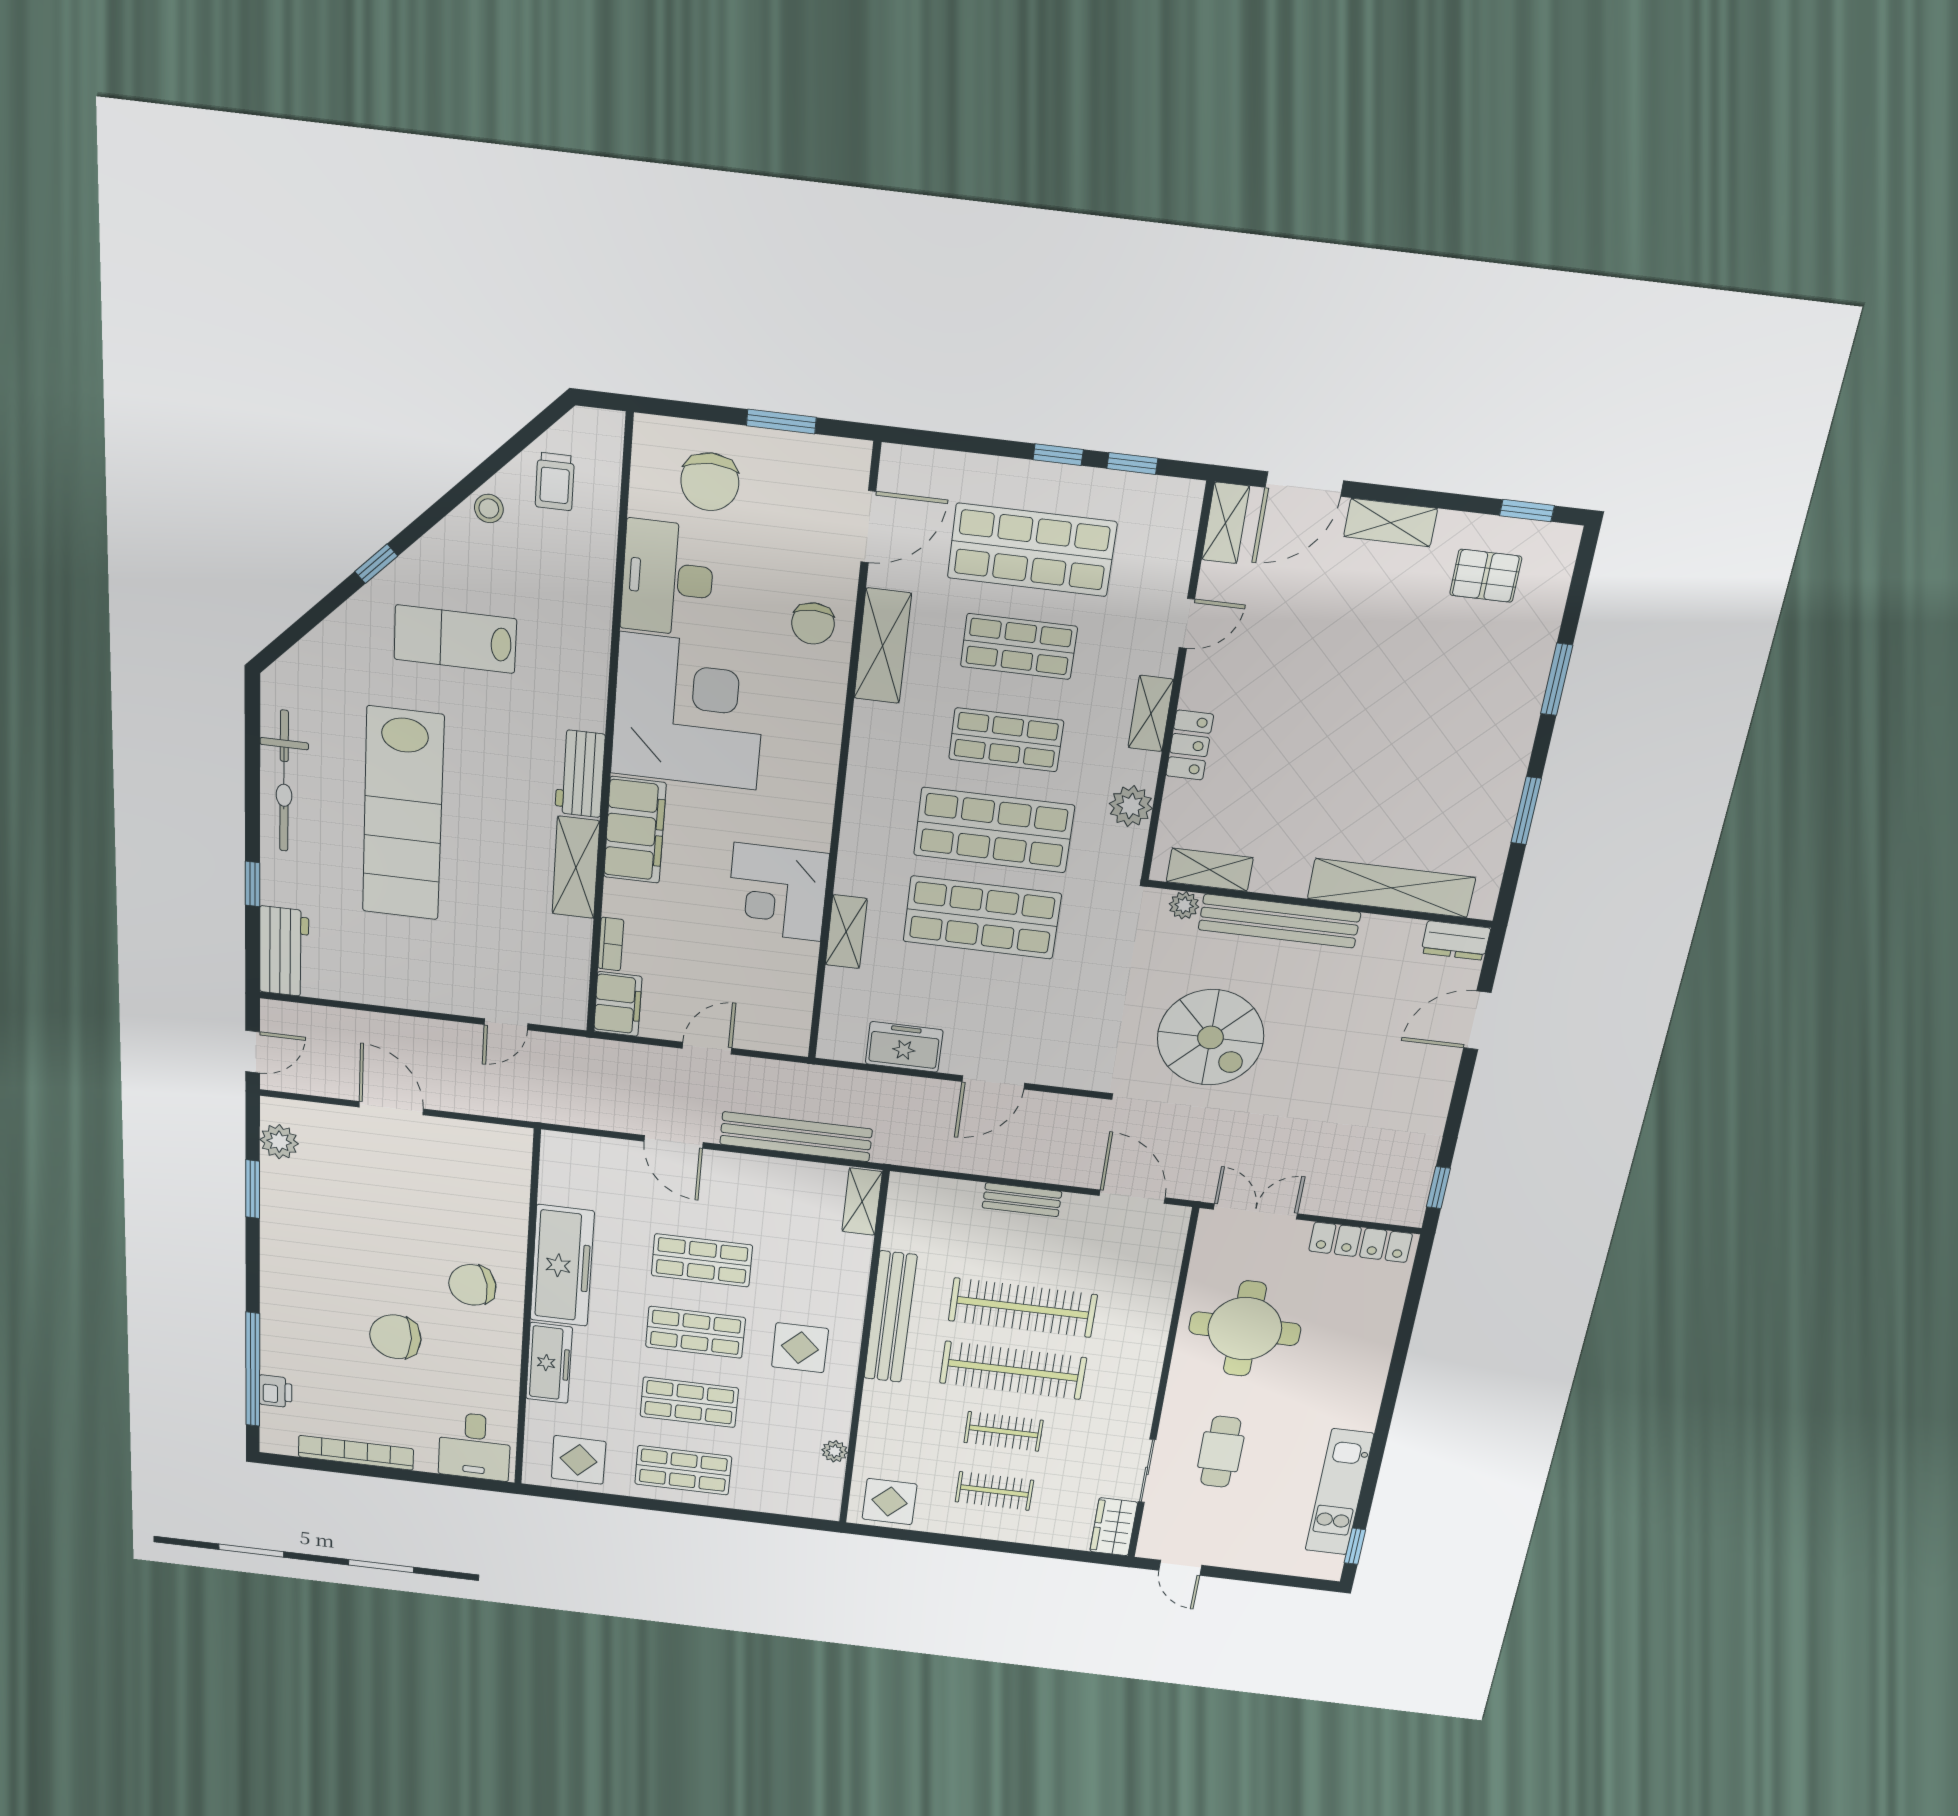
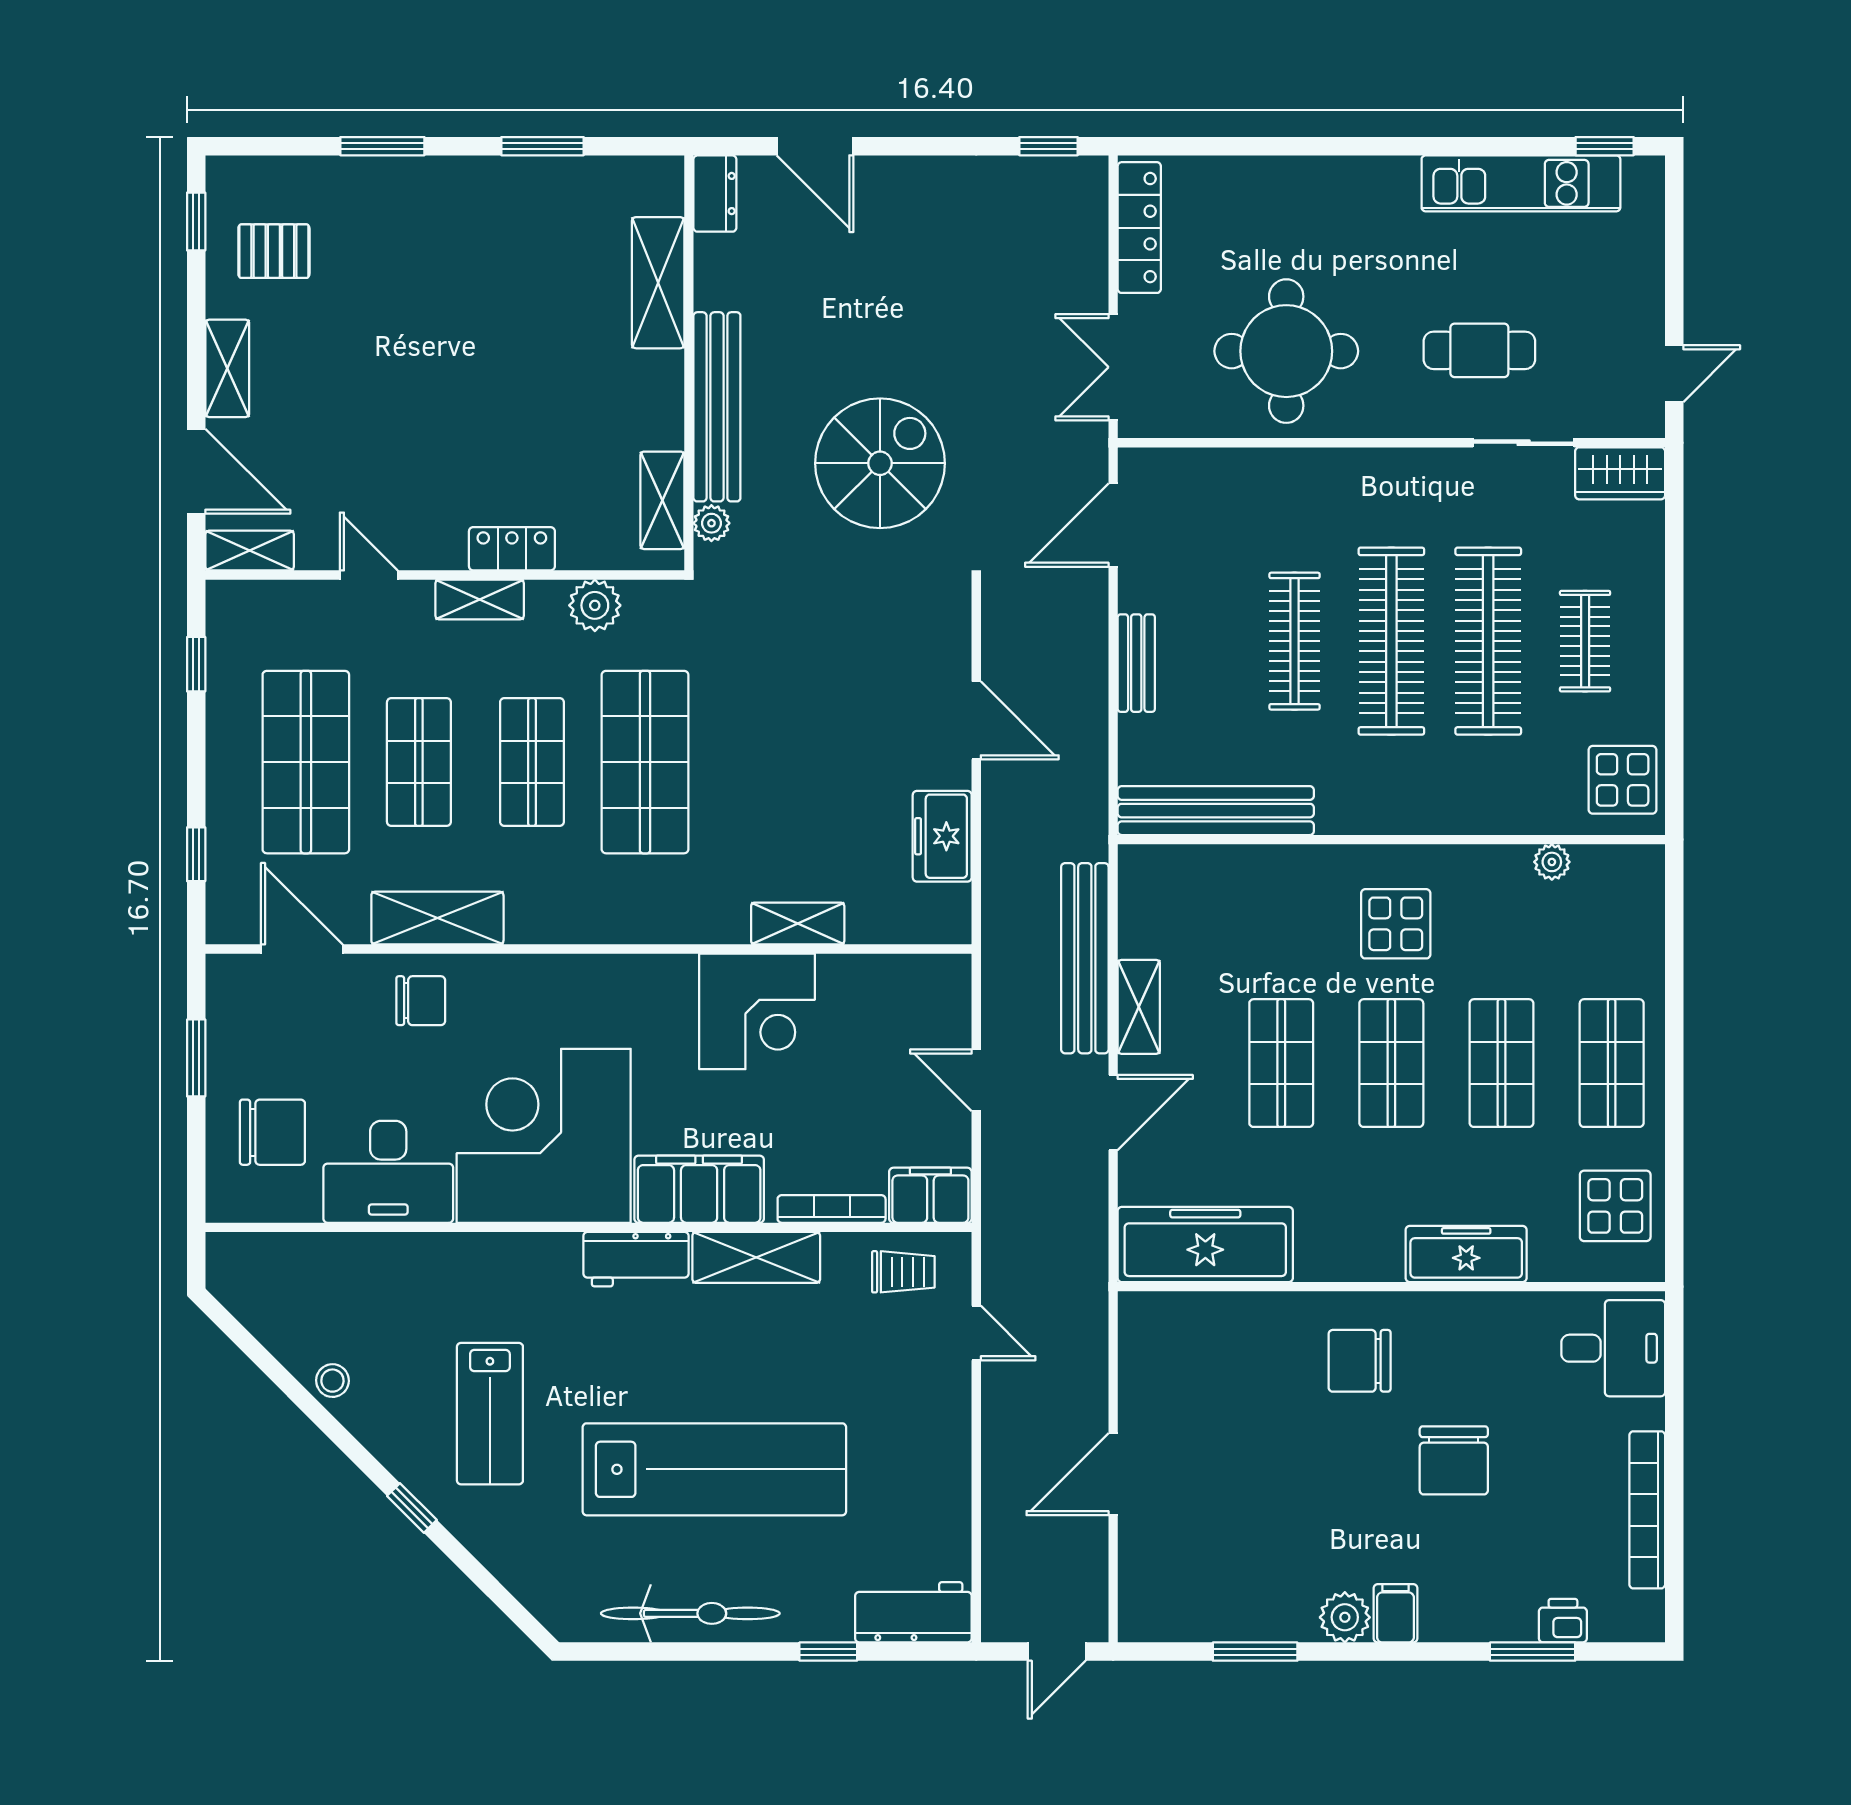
window: (1058, 455) -> (196, 854), moved
trolley: (555, 482) -> (903, 1272), moved
pallet: (1486, 576) -> (274, 251), turned 90
shelving: (1391, 888) -> (658, 283), width x0.68
shop shelf: (982, 918) -> (758, 762), removed
bookcase: (611, 944) -> (832, 1209), width x1.56
door: (253, 1052) -> (1057, 1652), swing flipped
plant: (279, 1142) -> (1345, 1617), moved
shelving: (862, 1202) -> (1139, 1007), moved, turned 90
freezer: (562, 1266) -> (1205, 1244), moved
chair: (472, 1285) -> (1360, 1361), turned 100
filing cabinet: (282, 1286) -> (1395, 1613), added
clothes rail: (1023, 1308) -> (1295, 641), width x0.73, depth x0.76
bench: (890, 1317) -> (1216, 811), moved
window: (253, 1370) -> (1533, 1652), width x0.47
clothes rail: (1004, 1431) -> (1488, 641), width x1.86, depth x1.31

